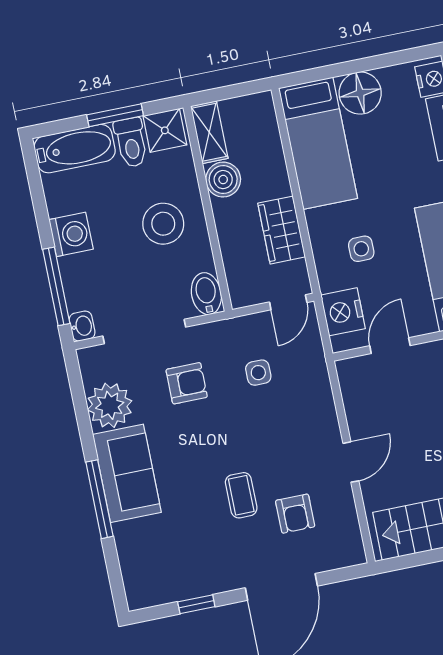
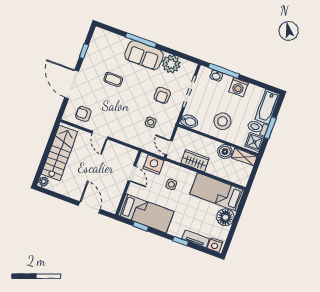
washbasin: (82, 326) -> (216, 76), moved
coffee table: (241, 495) -> (113, 79), moved
armchair: (295, 514) -> (83, 114), moved

